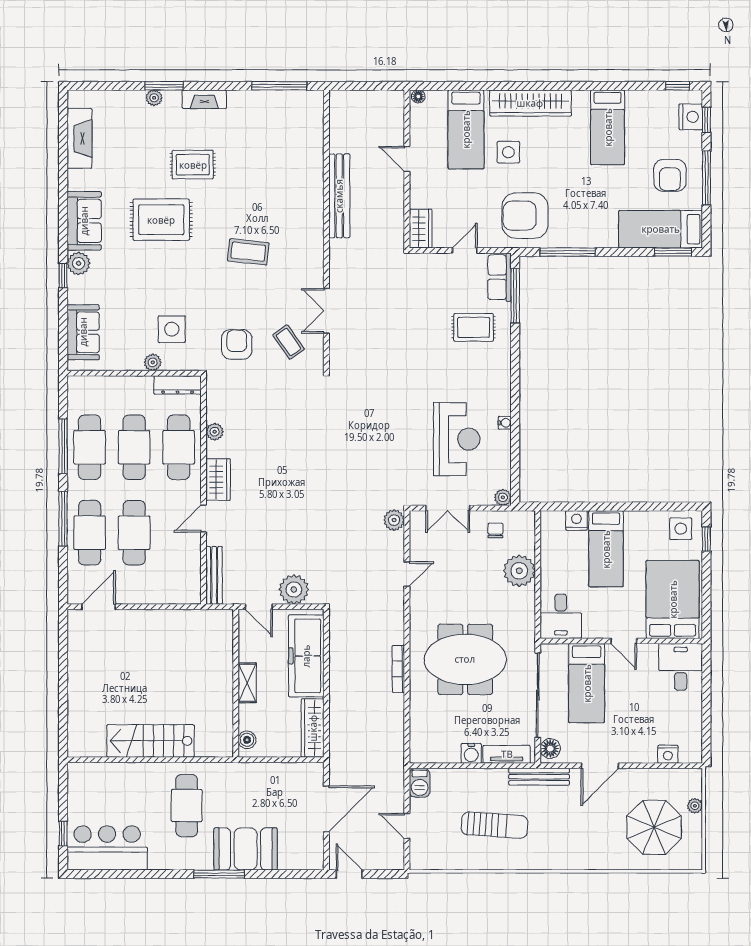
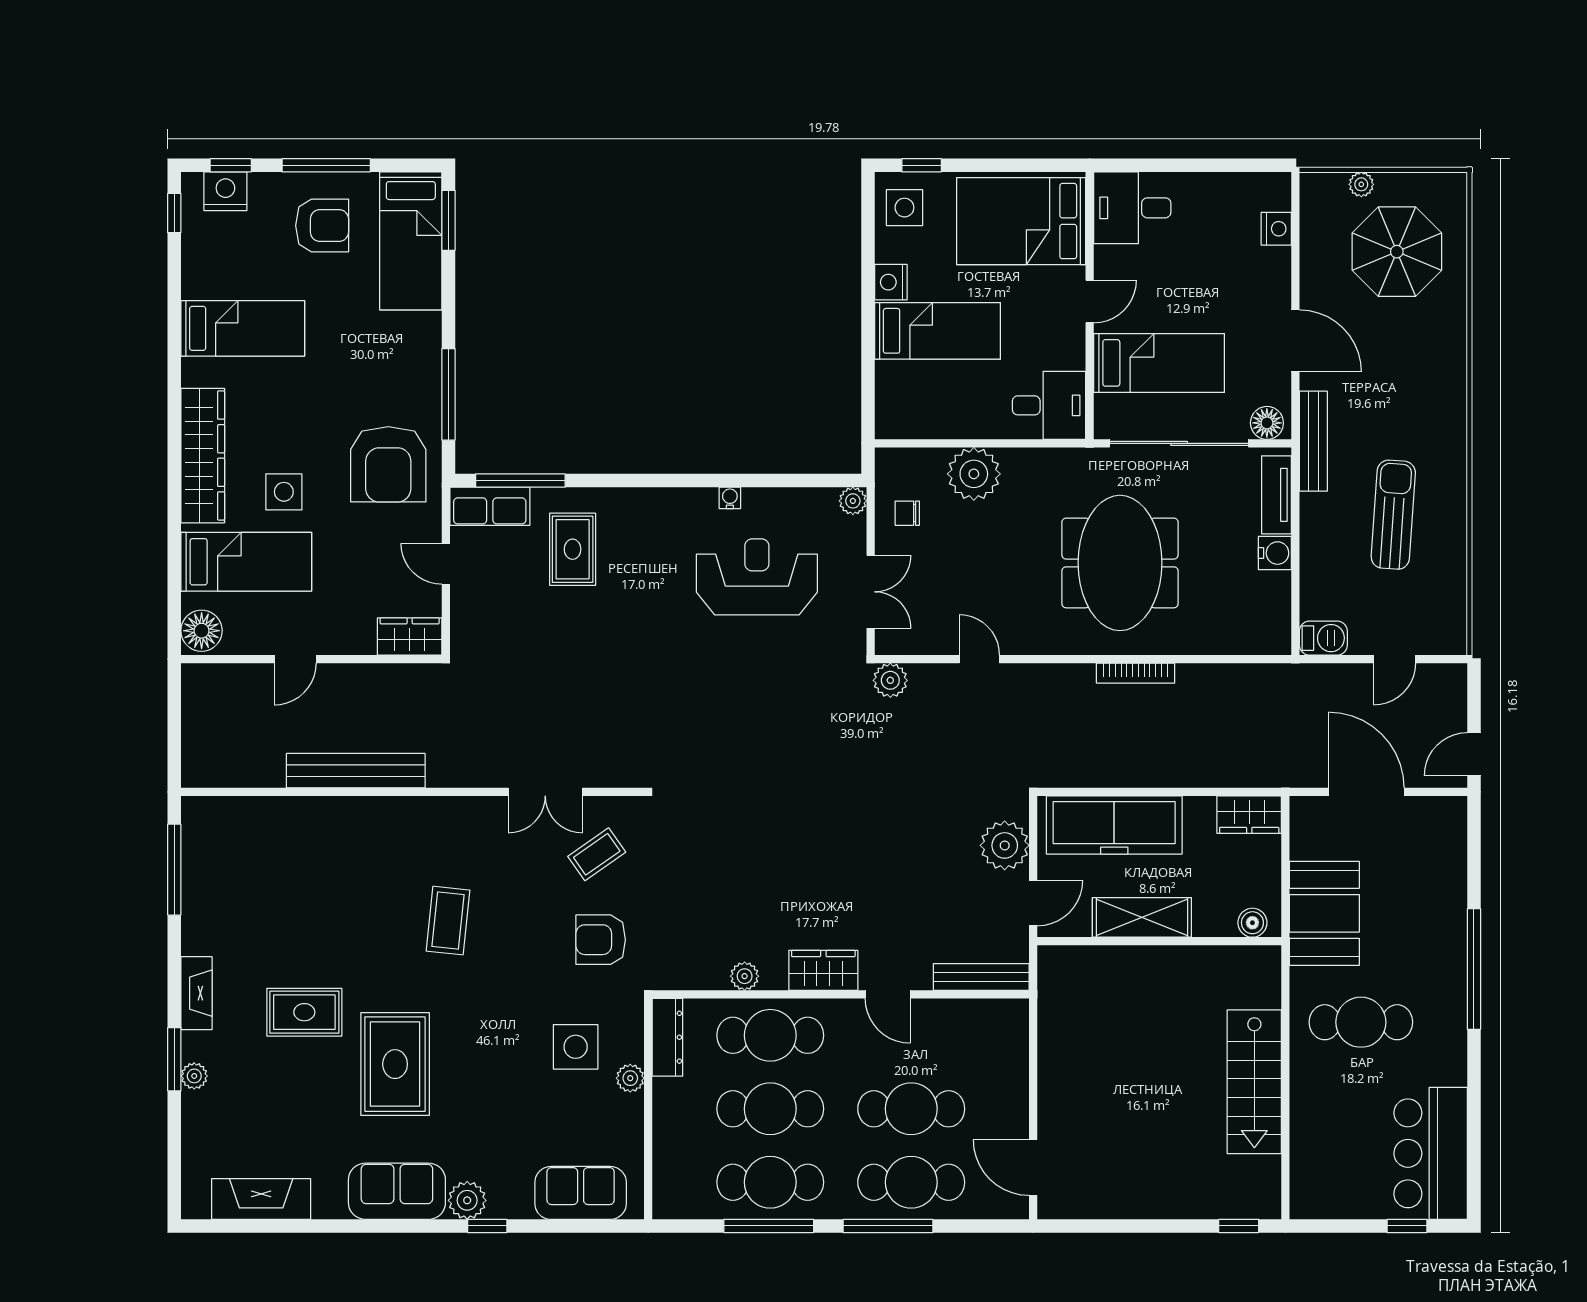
floor lamp: (418, 96) -> (202, 631), width x1.89, depth x1.89
rug: (193, 165) -> (304, 1012), turned 90
nightstand: (576, 520) -> (891, 282), moved
shelving: (247, 683) -> (1142, 917), width x1.50, depth x1.33
wardrobe: (313, 728) -> (1249, 815), width x0.67
window: (63, 731) -> (1239, 1226), added
booth: (246, 849) -> (1324, 913), moved
window: (219, 874) -> (1474, 969), width x1.46

